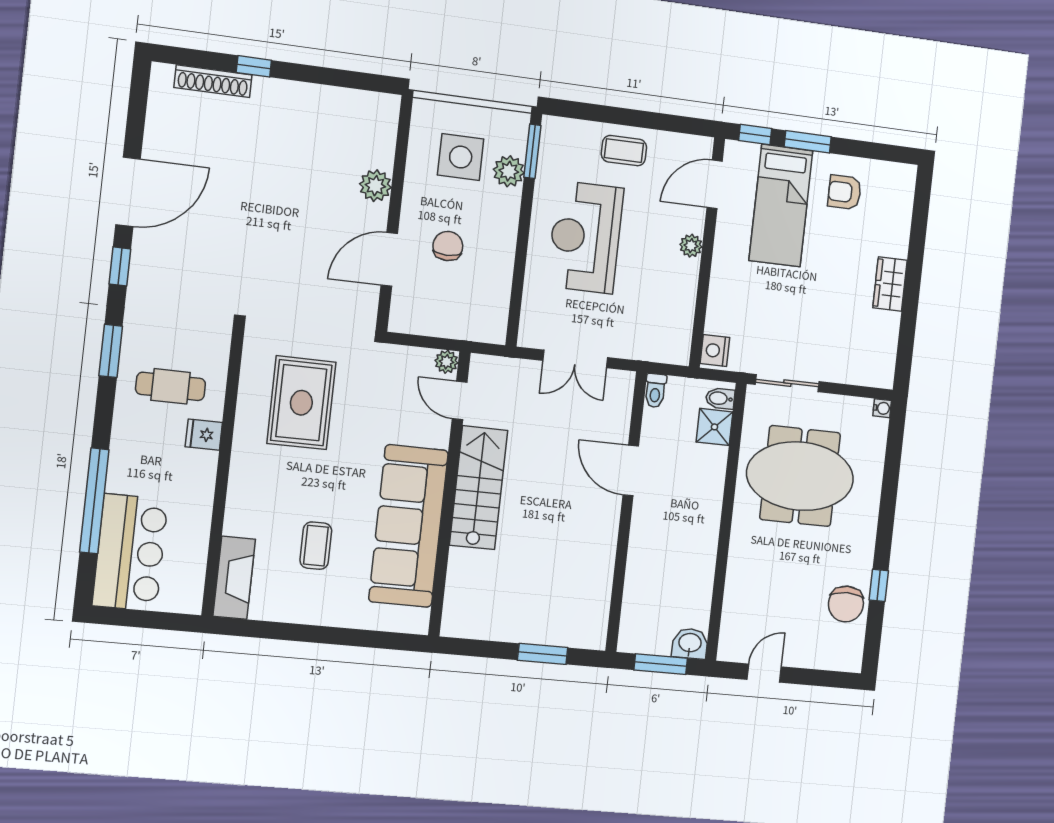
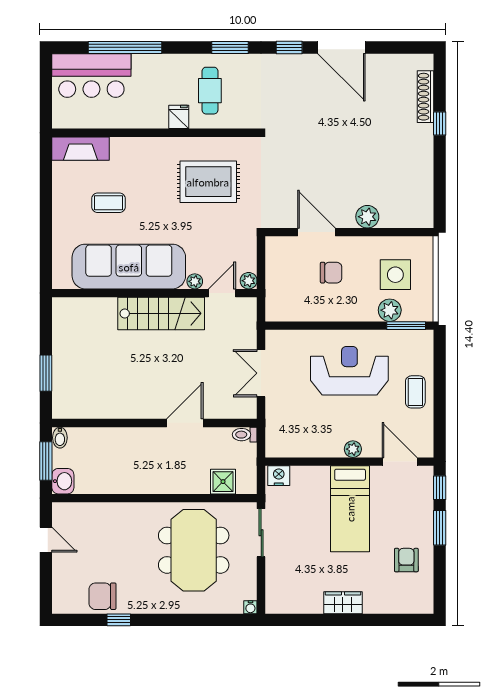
bed: (781, 206) -> (350, 509), moved, turned -90
bidet: (720, 398) -> (60, 438), moved, turned 180
plant: (439, 437) -> (195, 281), added

